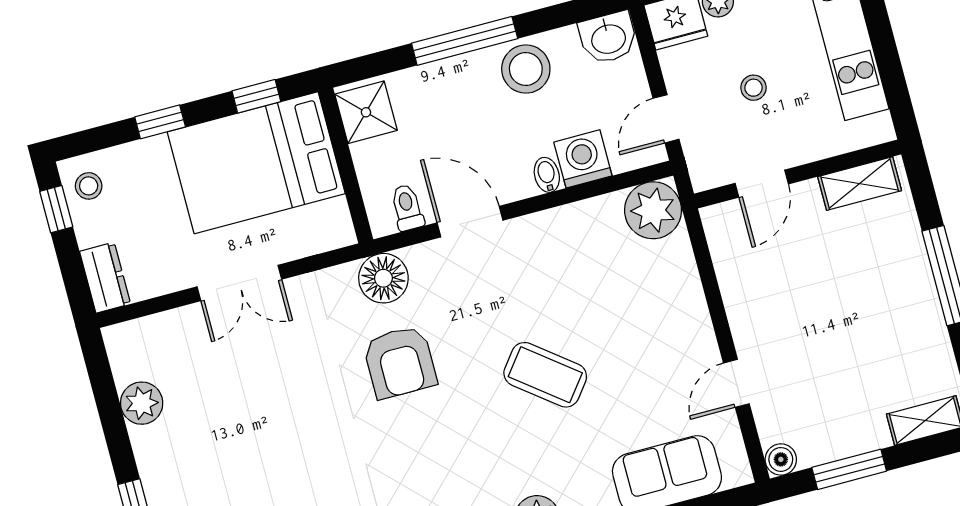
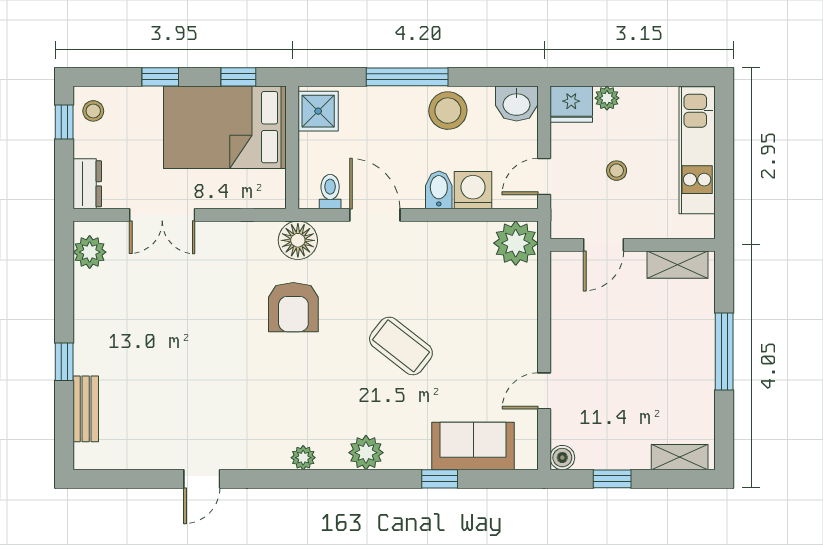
bidet: (547, 175) -> (439, 190), width x1.38, depth x1.36
double door: (239, 283) -> (162, 215), moved
plant: (142, 403) -> (90, 252), moved
window: (849, 469) -> (612, 479), width x0.67

